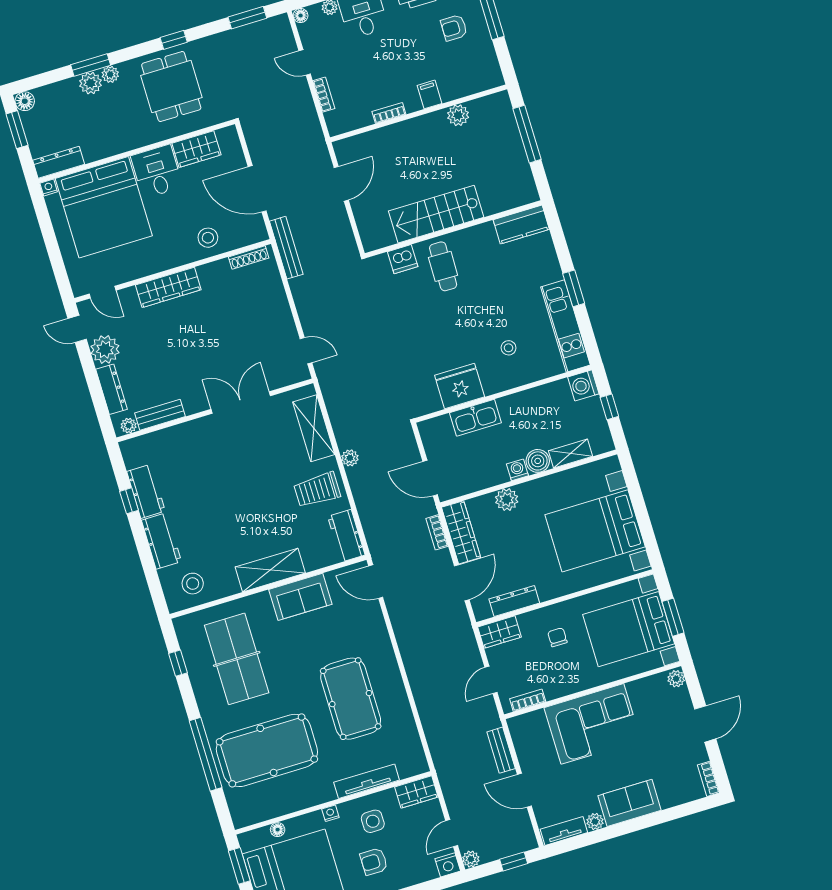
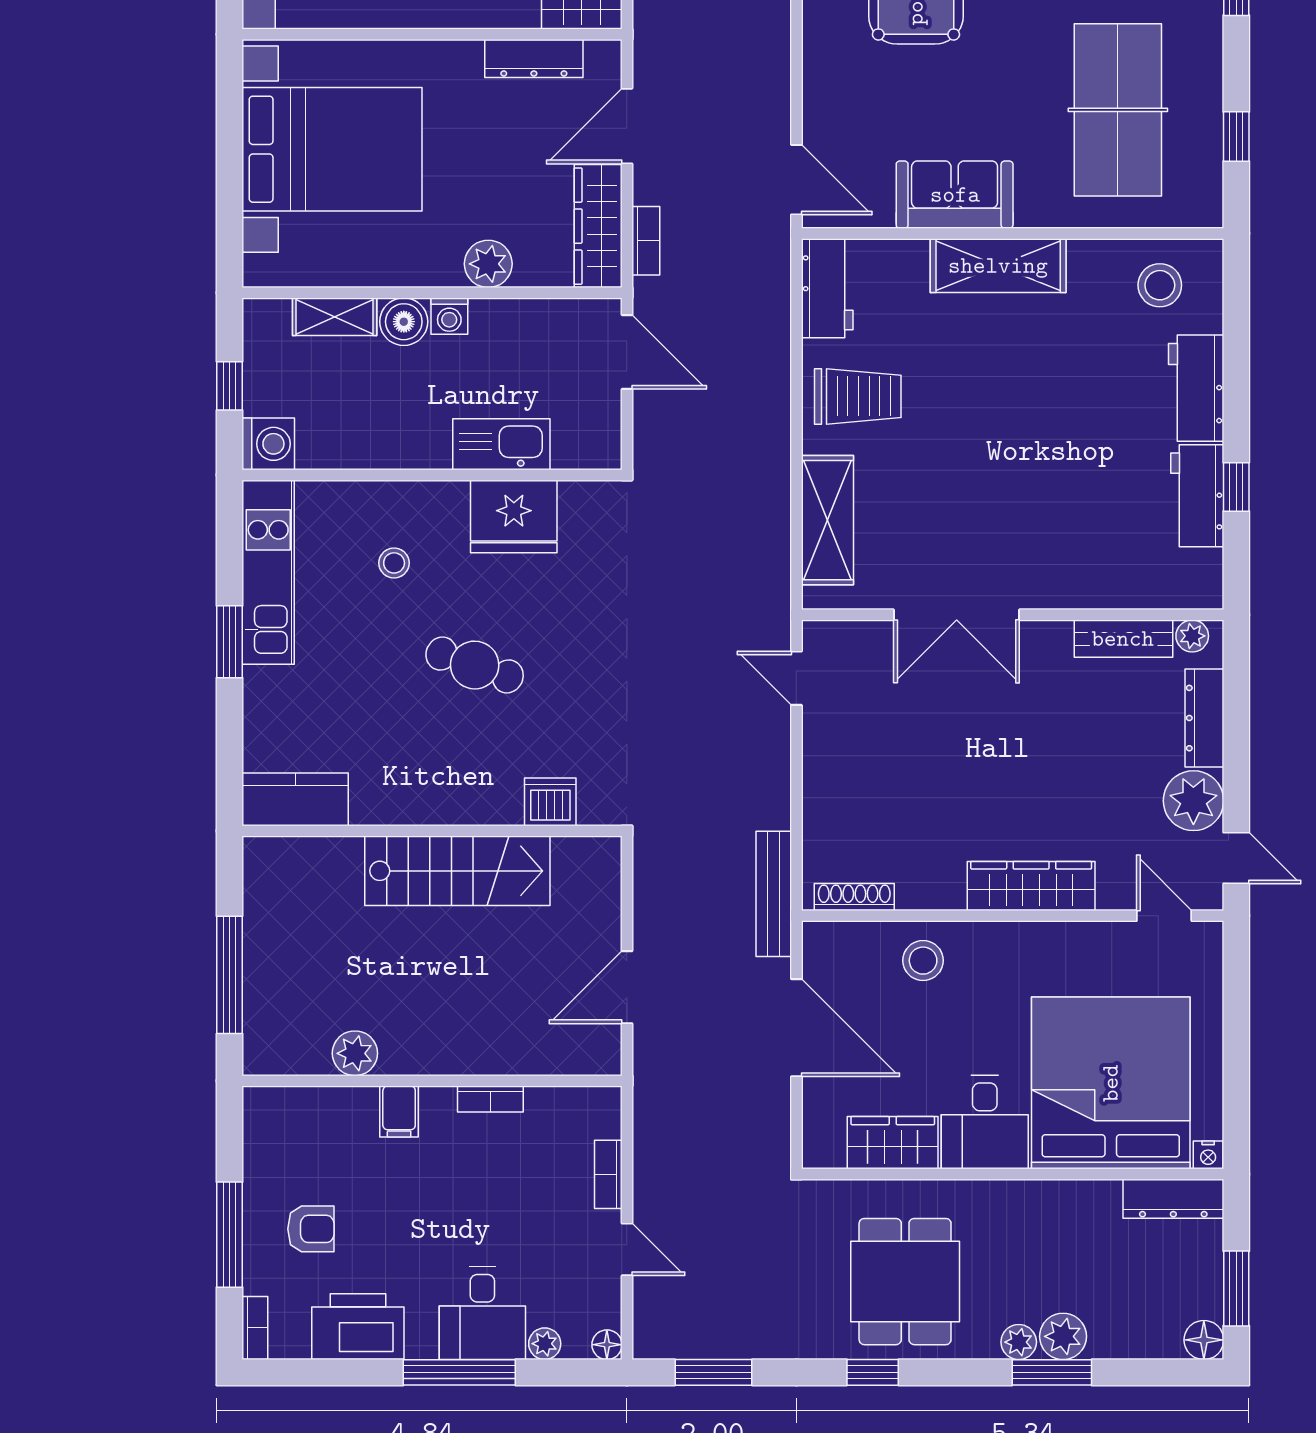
cafe table: (443, 266) -> (475, 665), moved, turned -72
plant: (350, 458) -> (774, 440), removed

